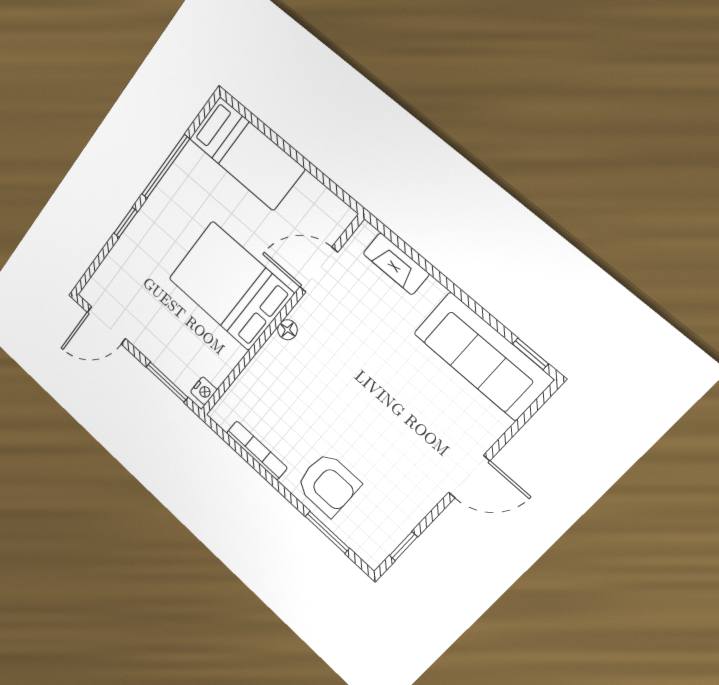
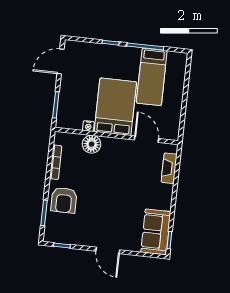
bed: (247, 154) -> (152, 77), moved
door: (106, 325) -> (61, 61), hinge flipped
floor lamp: (287, 330) -> (92, 144), moved, width x1.89, depth x1.89
sofa: (483, 356) -> (156, 232), width x0.73
nightstand: (204, 391) -> (88, 126), moved

